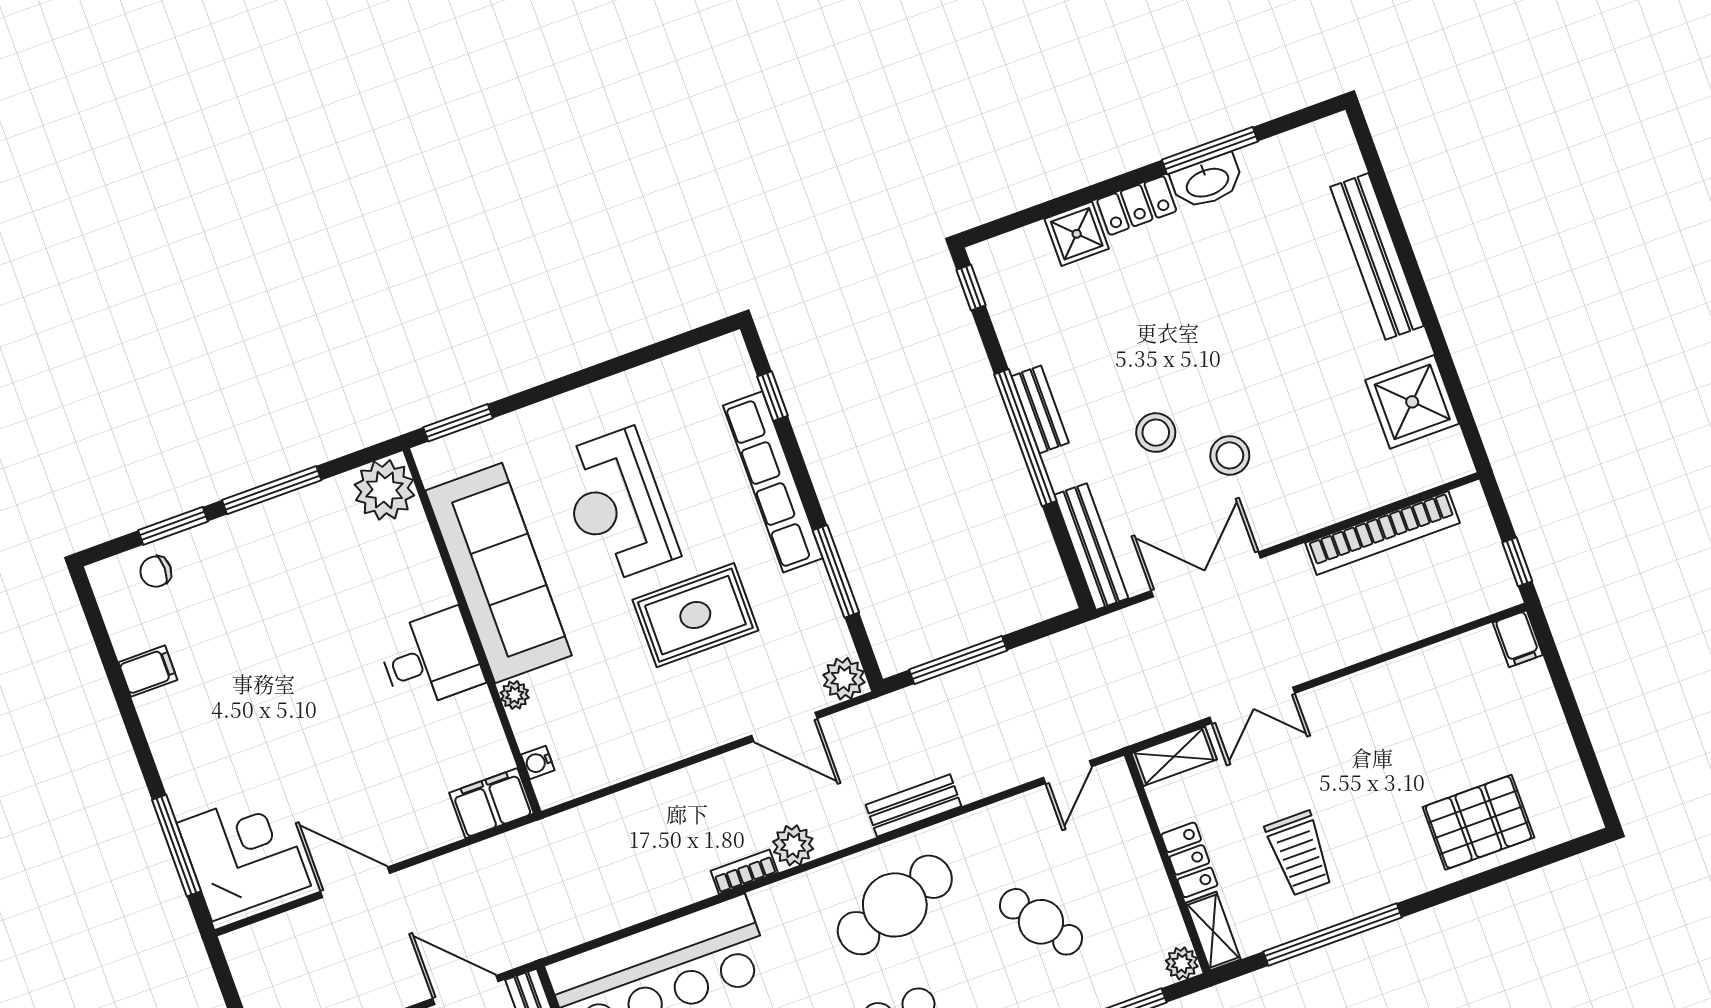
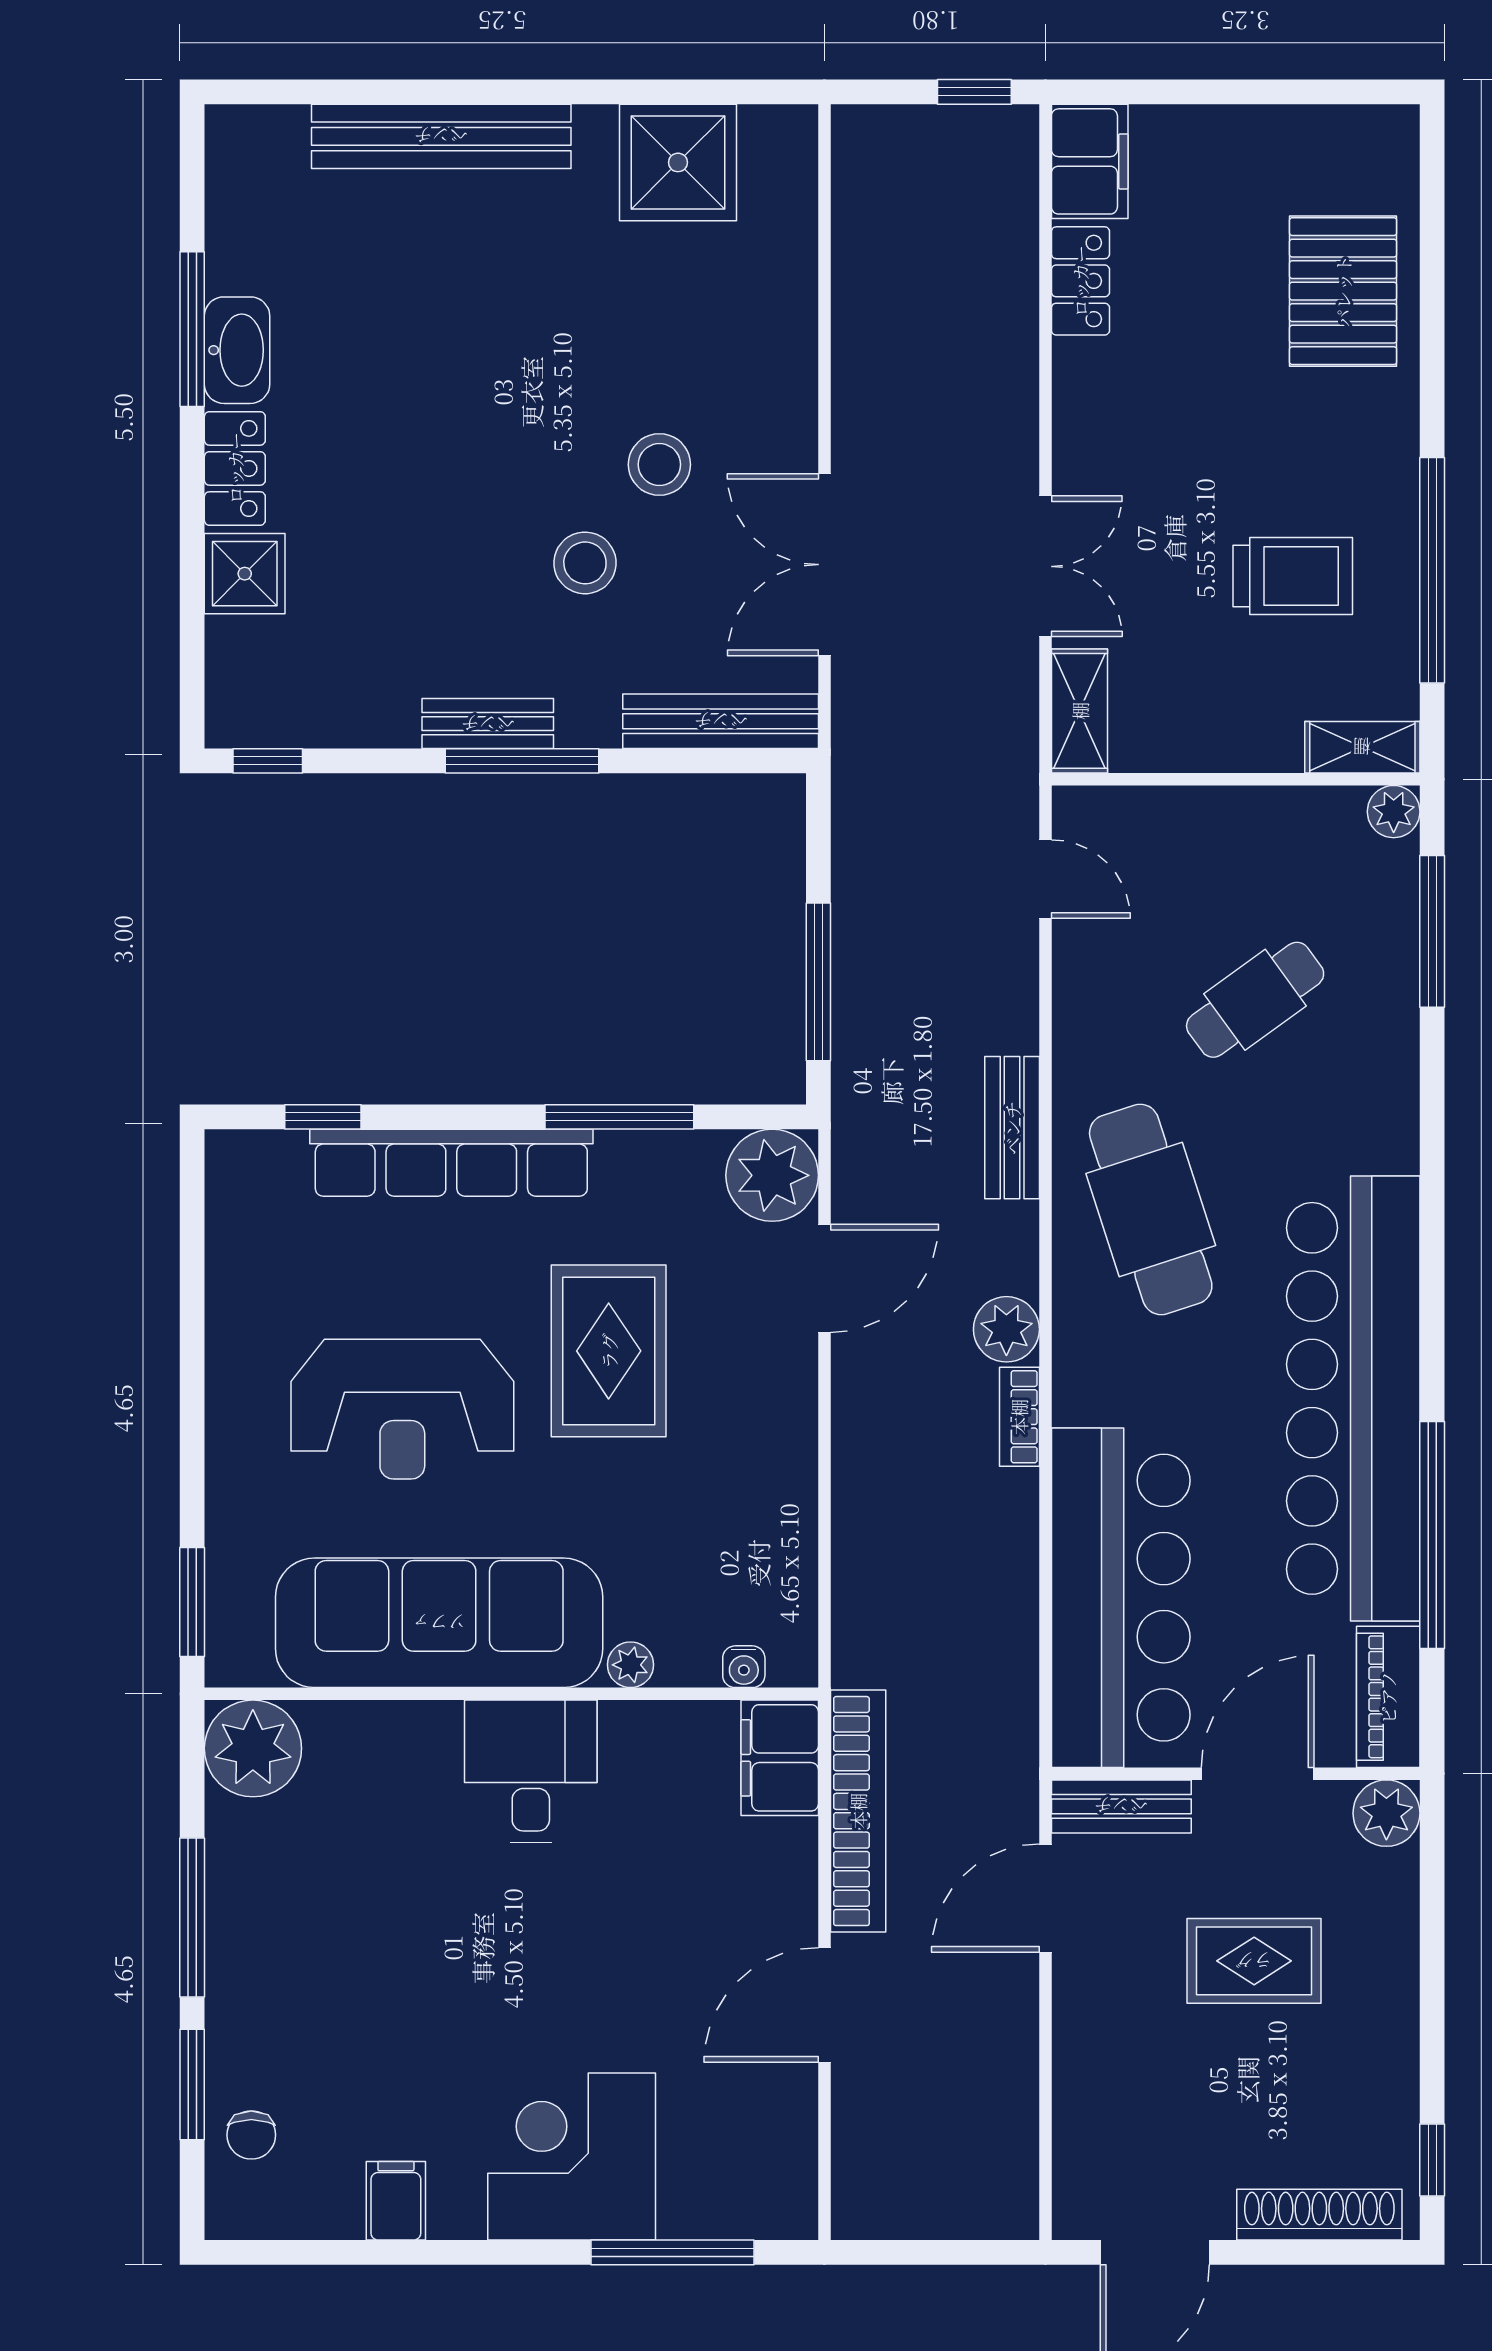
window: (1025, 438) -> (522, 761), width x0.68
bookcase: (1383, 533) -> (858, 1811), moved
filing cabinet: (1518, 639) -> (1090, 161), width x2.00
plant: (844, 679) -> (772, 1175), width x1.36, depth x1.36
corner desk: (244, 854) -> (572, 2157), moved
locker: (1189, 860) -> (1080, 281), moved, turned 90

